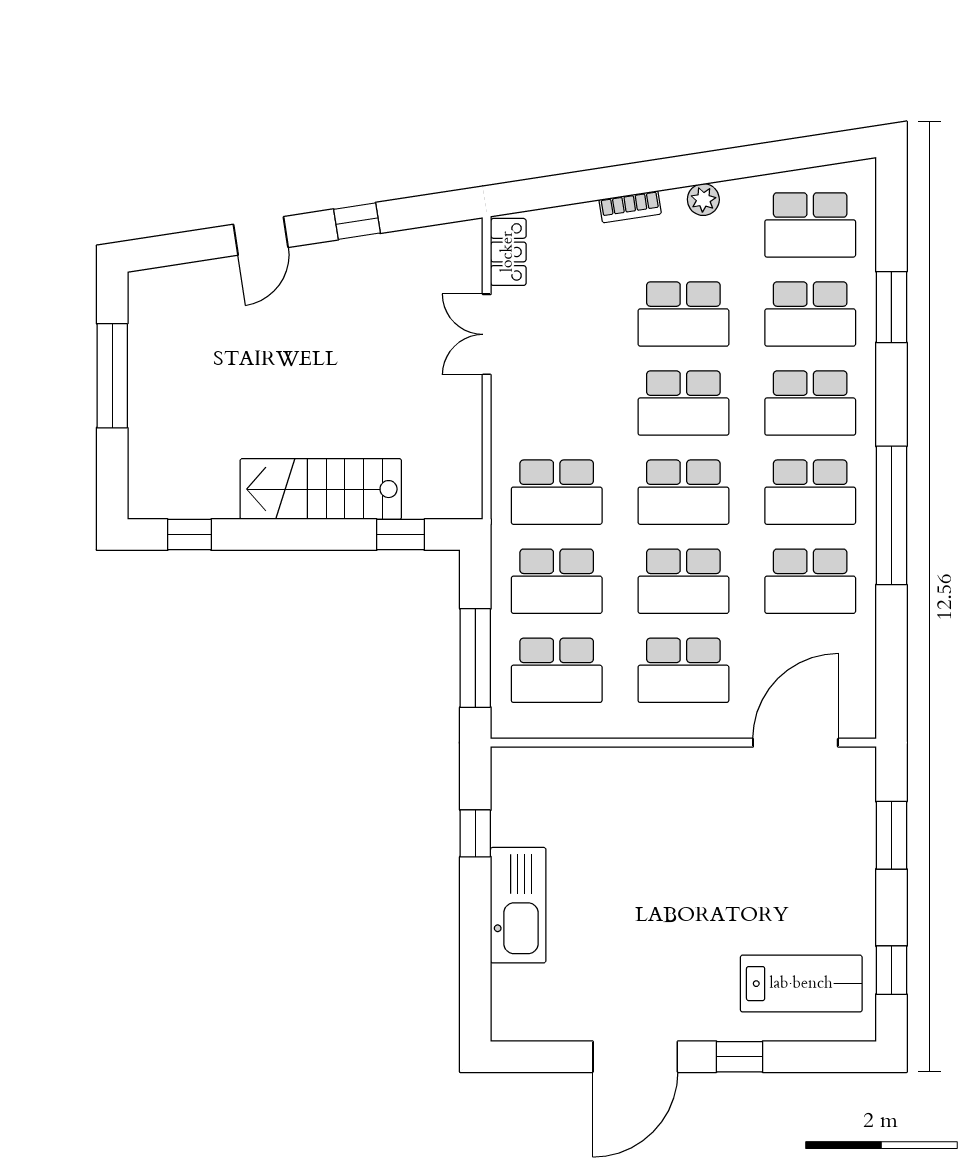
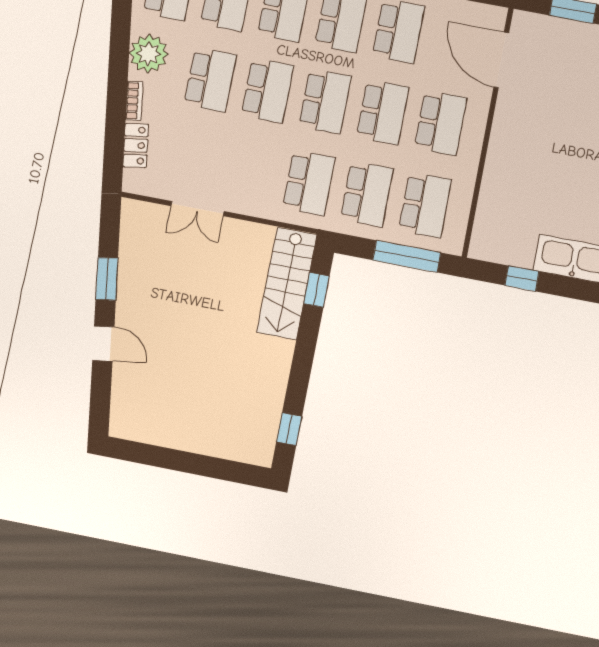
plant: (703, 200) -> (149, 54), width x1.87, depth x1.87
window: (357, 221) -> (107, 279), width x1.50
locker: (508, 252) -> (136, 145), moved, turned 81
window: (112, 376) -> (174, 460), removed
stairs: (321, 489) -> (287, 283), moved

